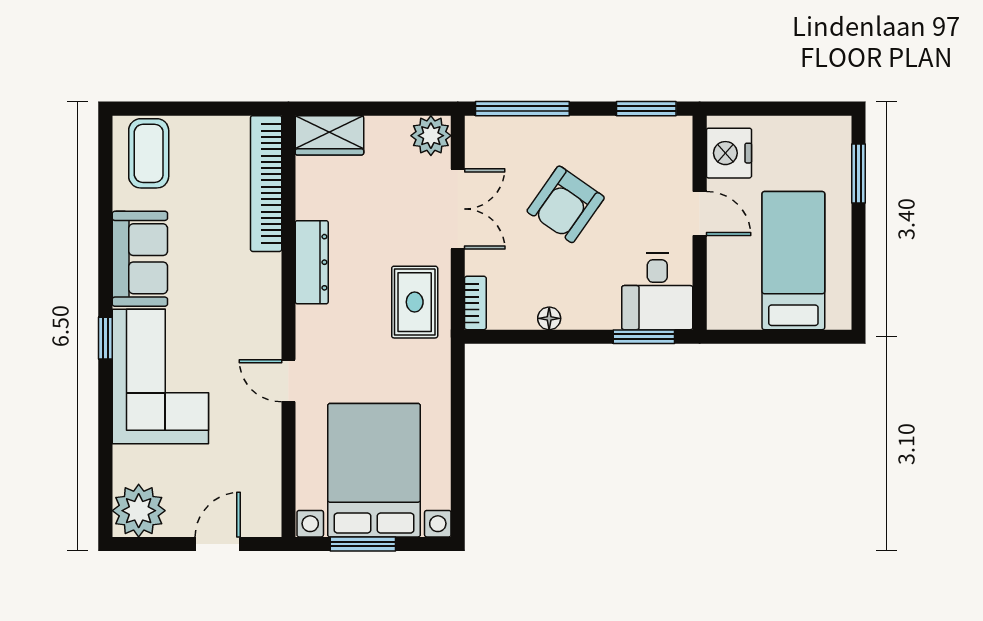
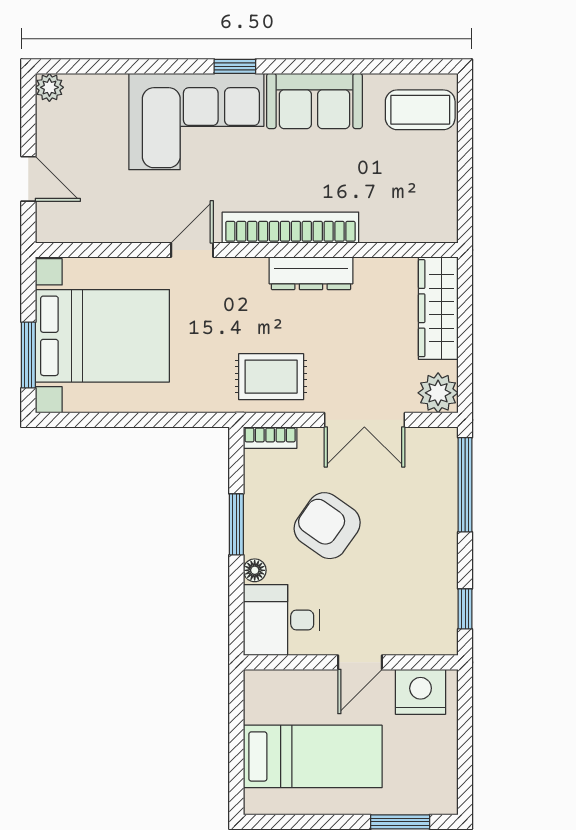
window: (646, 109) -> (465, 609), width x0.67
wardrobe: (329, 135) -> (438, 308), width x1.50
bookcase: (266, 184) -> (290, 228), moved
armchair: (566, 204) -> (327, 526), moved
floor lamp: (549, 318) -> (255, 570), moved
window: (644, 337) -> (236, 524), moved
plant: (139, 511) -> (49, 87), width x0.53, depth x0.53
window: (363, 544) -> (28, 355), moved

